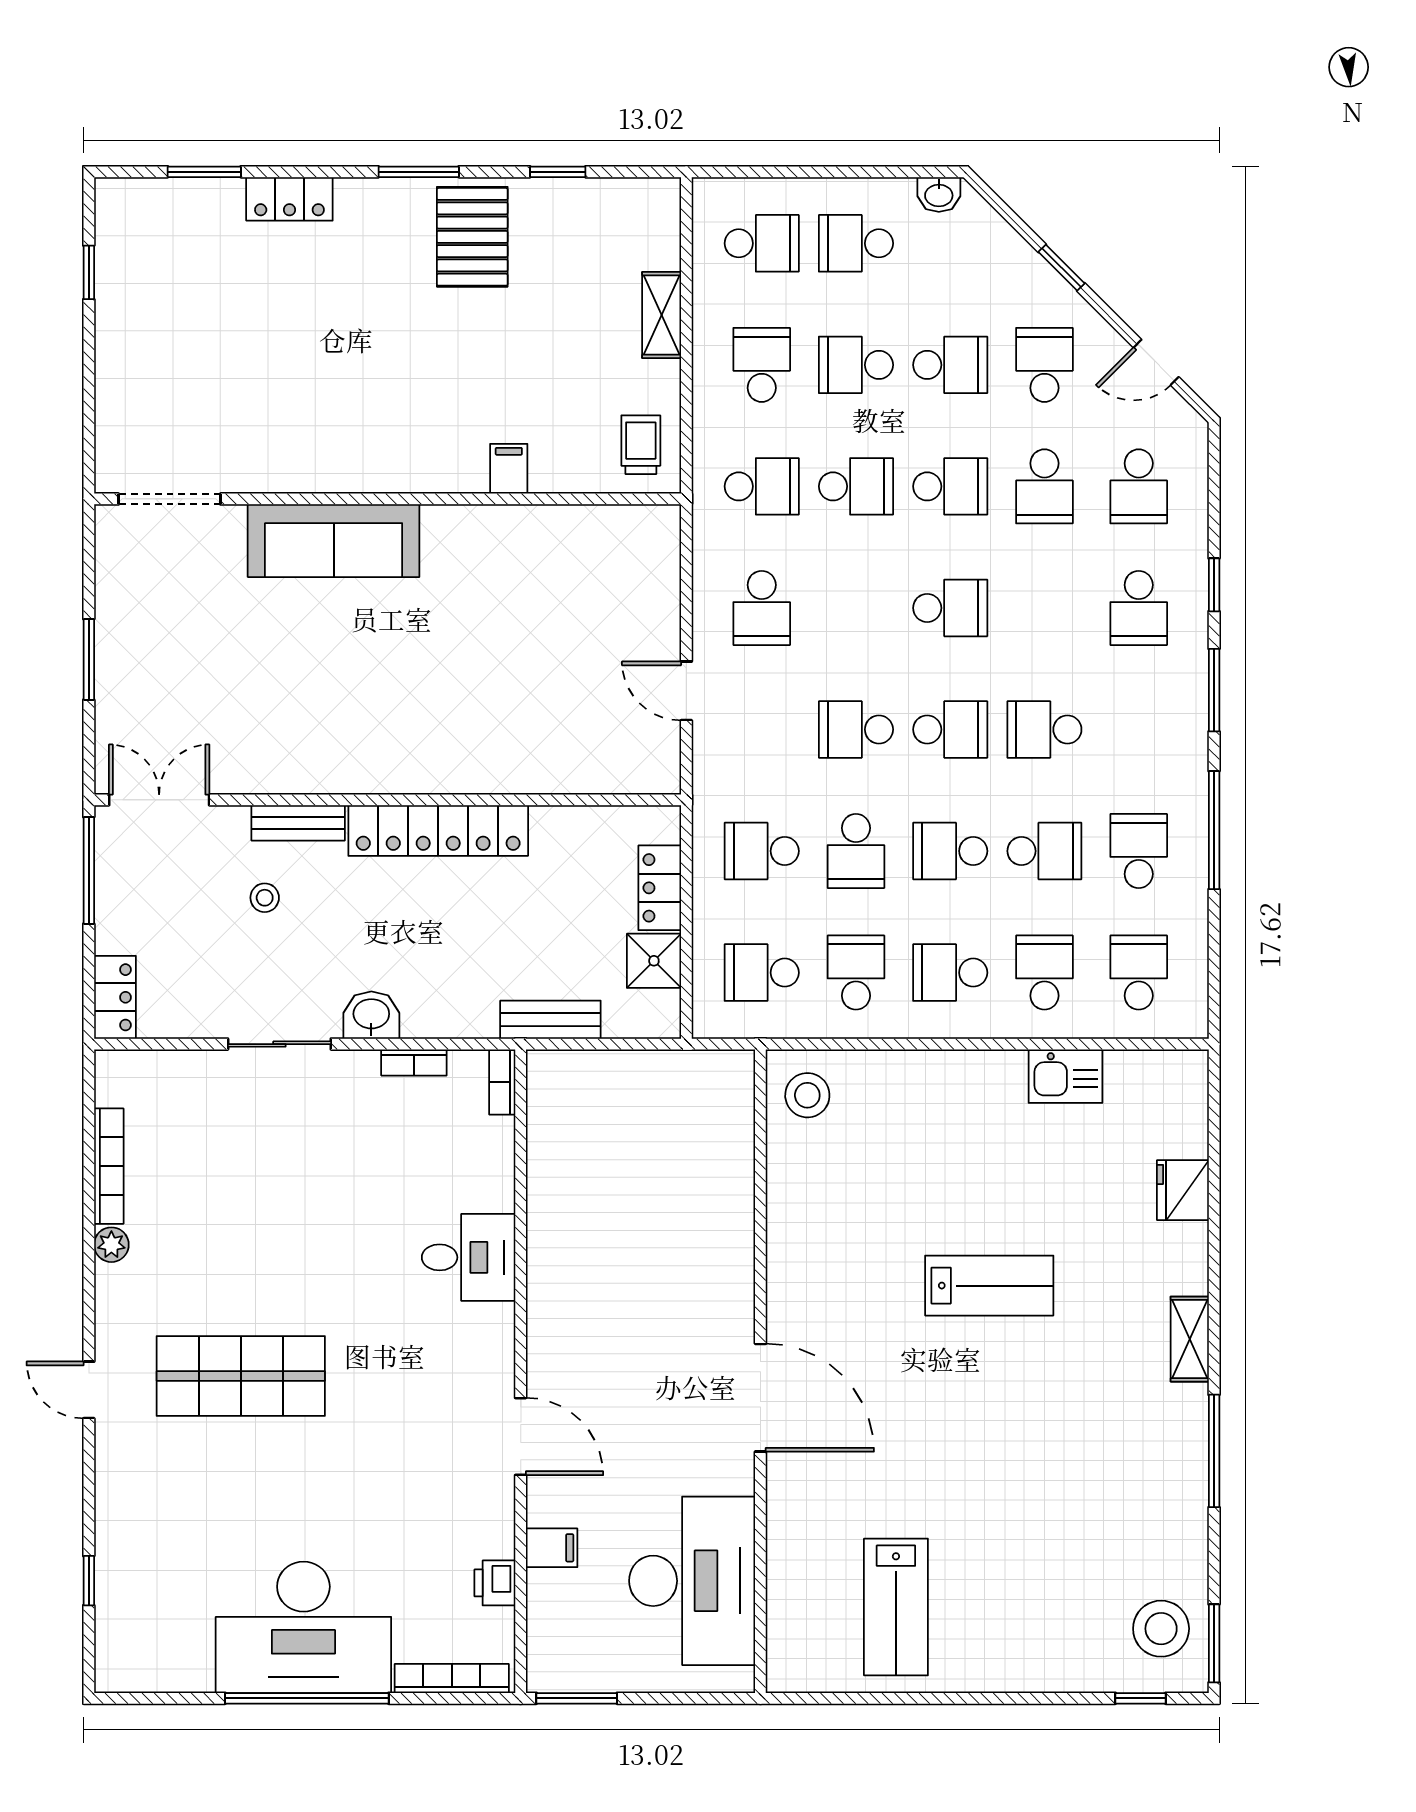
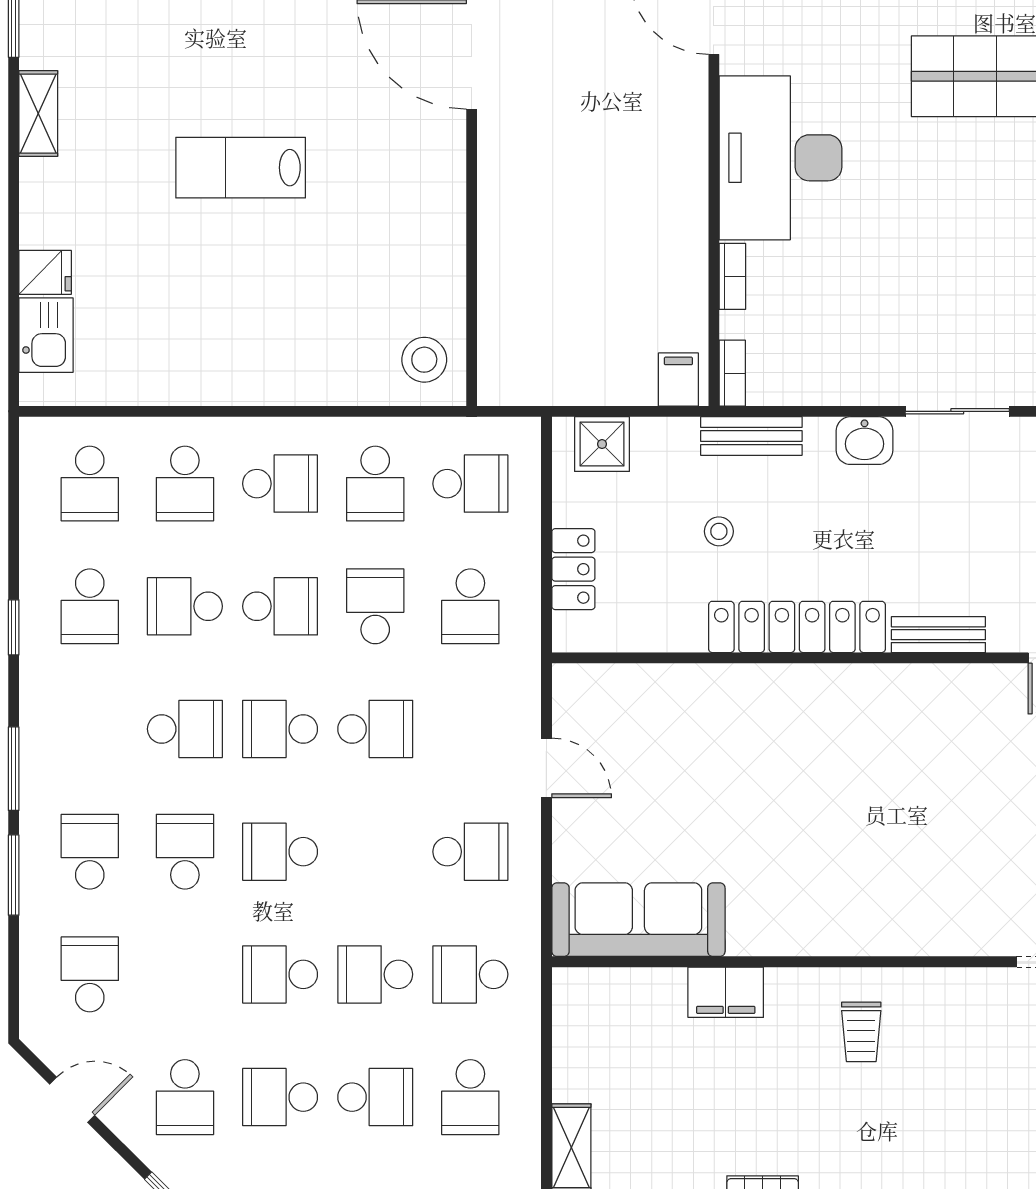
trolley: (641, 445) -> (861, 1032), moved
filing cabinet: (509, 469) -> (726, 992), width x2.00
school desk: (1044, 486) -> (185, 852), moved
sofa: (334, 541) -> (638, 920), moved
window: (1214, 585) -> (14, 875), width x1.50
school desk: (762, 608) -> (470, 852), turned 90
window: (1214, 830) -> (14, 627), width x0.46
school desk: (762, 851) -> (470, 606), turned 90
stool: (265, 898) -> (719, 531), moved
shower: (654, 961) -> (602, 444), moved
bench: (550, 1020) -> (751, 436), moved
bookcase: (414, 1062) -> (732, 276), moved, turned 90
filing cabinet: (556, 1076) -> (678, 380), added
kitchen sink: (1065, 1076) -> (46, 335), moved, turned 90
fridge: (1183, 1190) -> (45, 272), width x0.72
desk: (469, 1257) -> (780, 158), width x1.87, depth x1.30

